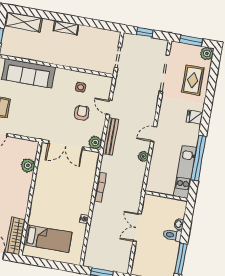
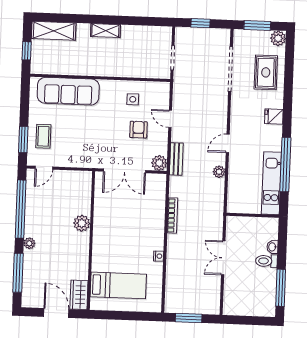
bench: (110, 136) -> (176, 159), width x0.73
plant: (28, 165) -> (82, 223), moved
wardrobe: (15, 236) -> (79, 295), width x0.67

